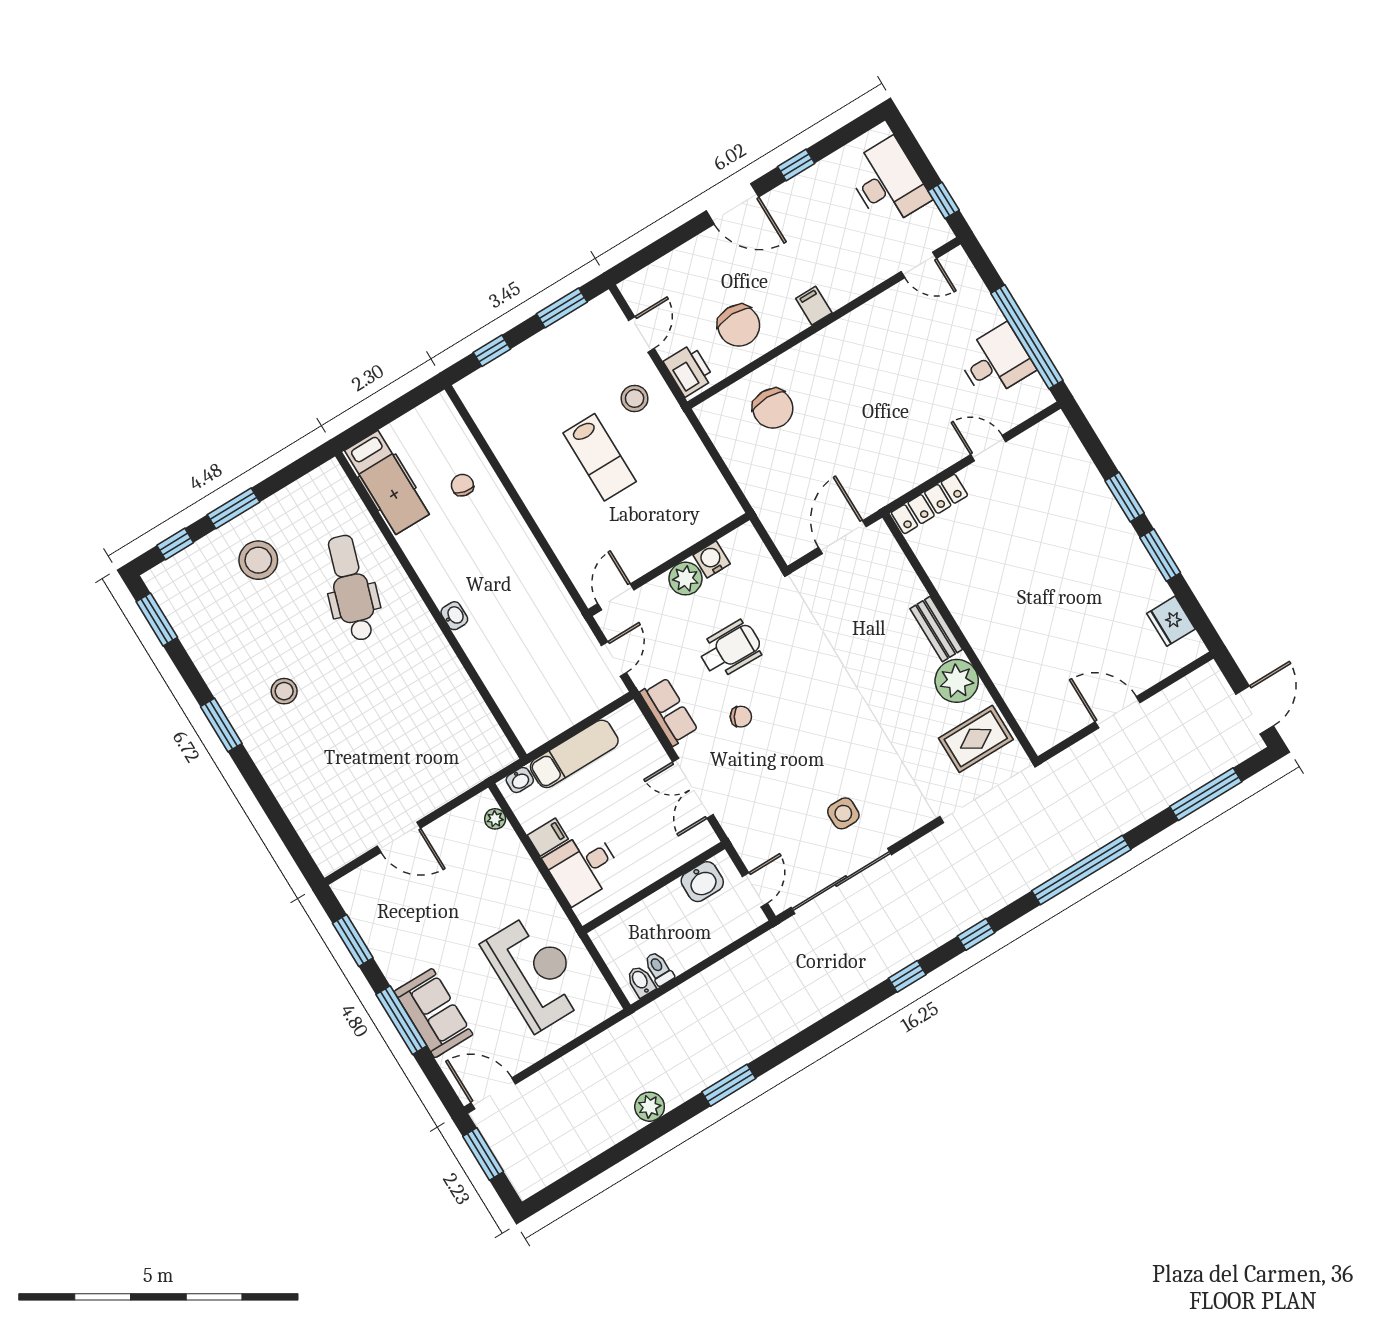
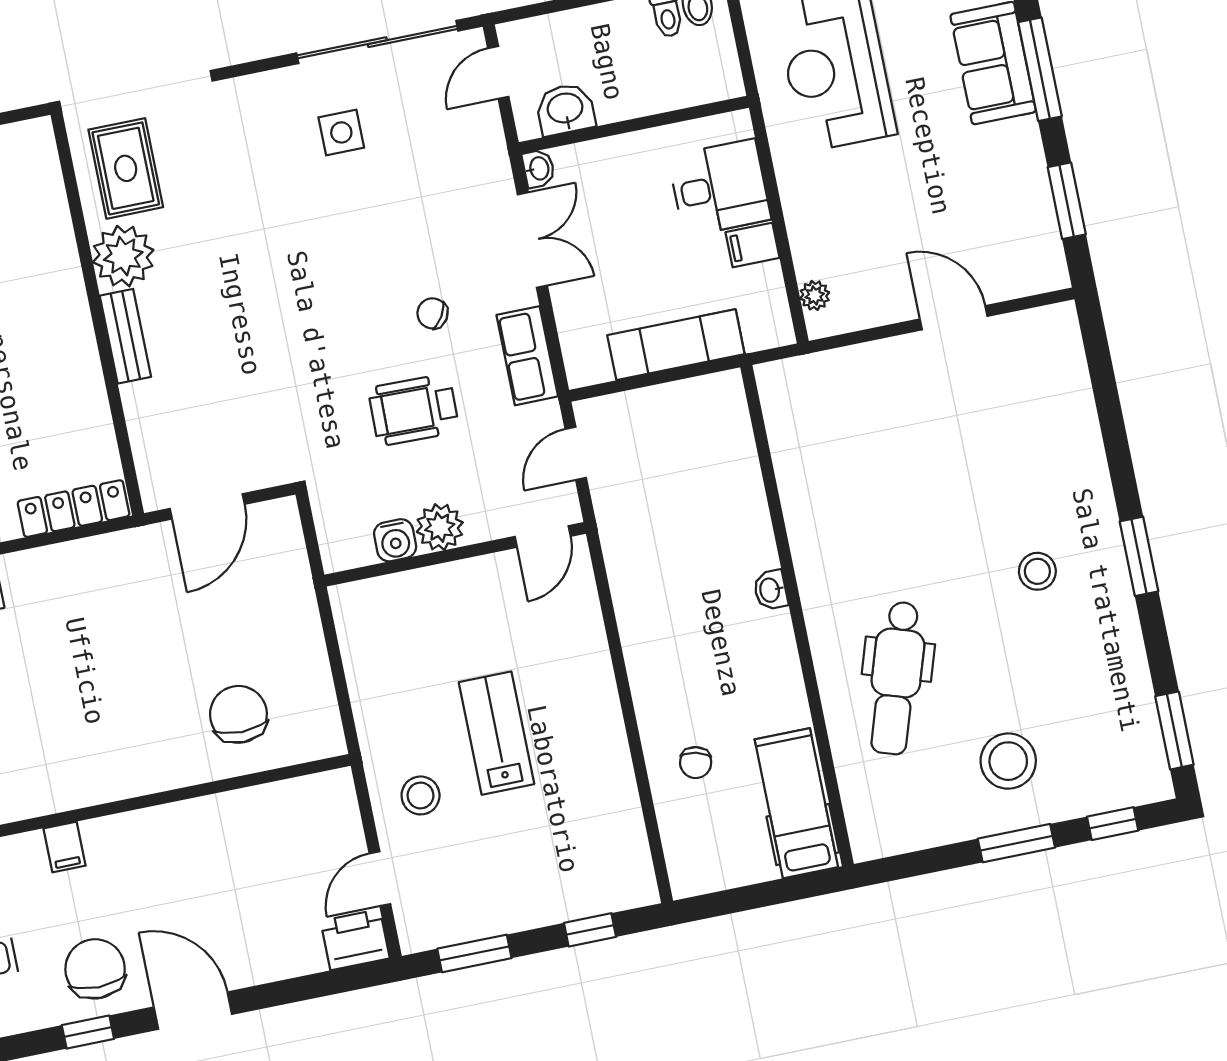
filing cabinet: (814, 306) -> (65, 847), moved
chair: (739, 325) -> (95, 969), moved
printer: (689, 370) -> (355, 940), moved, turned 90
rug: (976, 739) -> (126, 168), turned 90
washbasin: (520, 780) -> (539, 169), moved, turned 90

